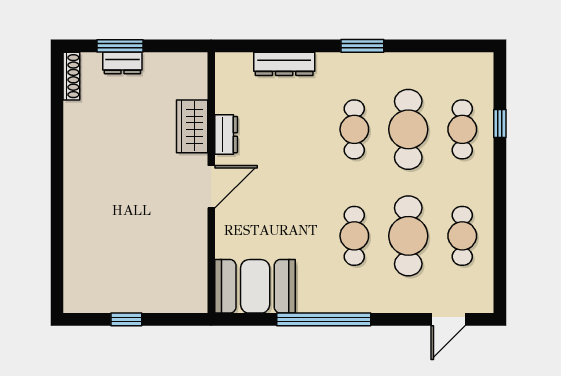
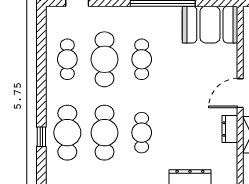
cafe table: (462, 129) -> (67, 133), width x1.37, depth x1.35

